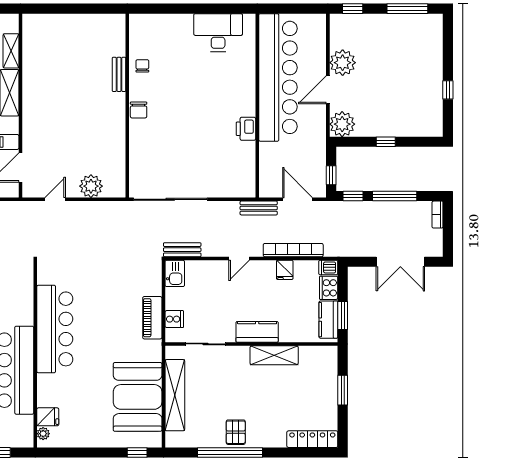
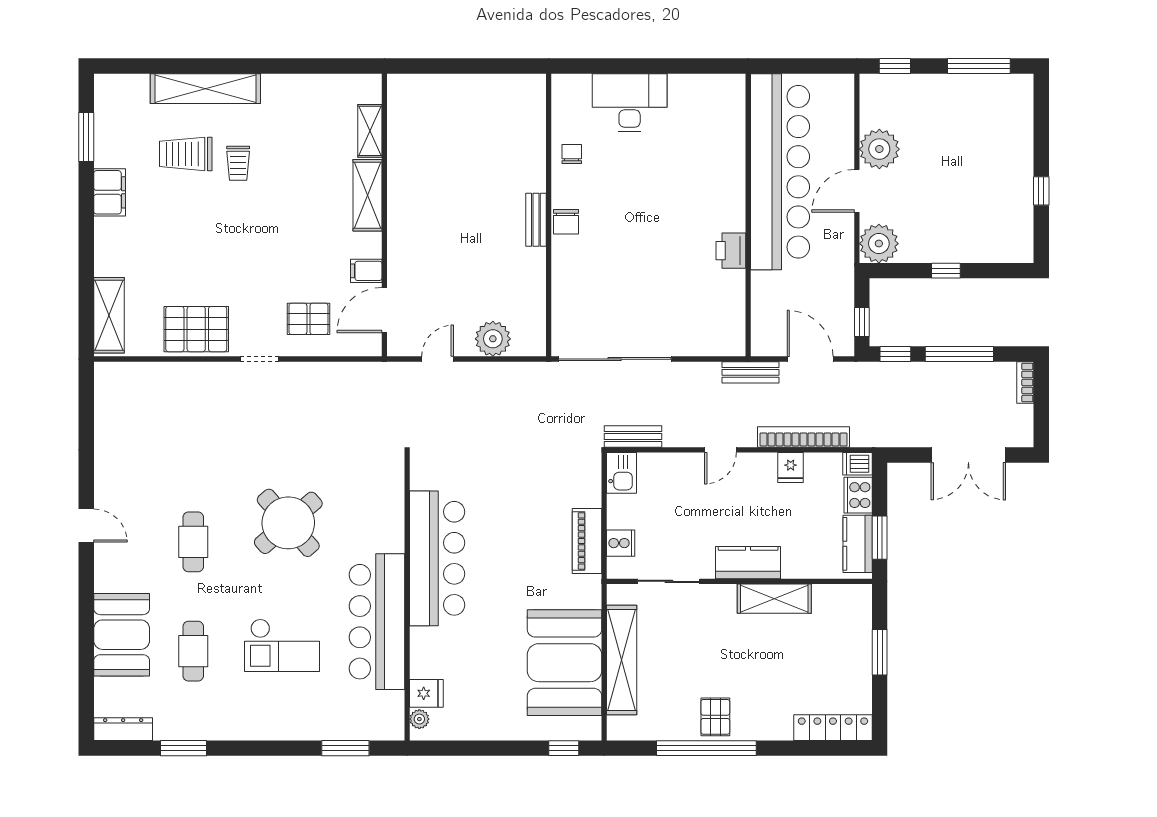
desk: (218, 33) -> (630, 103), moved
bench: (119, 74) -> (536, 220), moved

